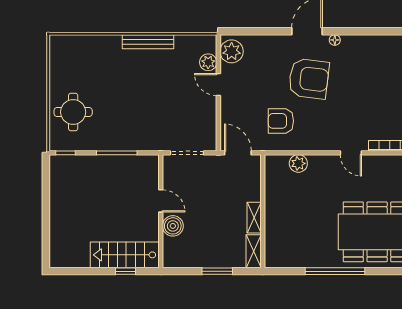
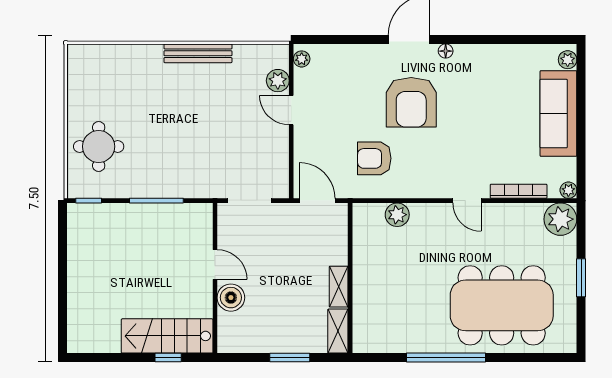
plant: (232, 51) -> (302, 59), width x0.53, depth x0.53
armchair: (309, 79) -> (411, 102), turned 83

